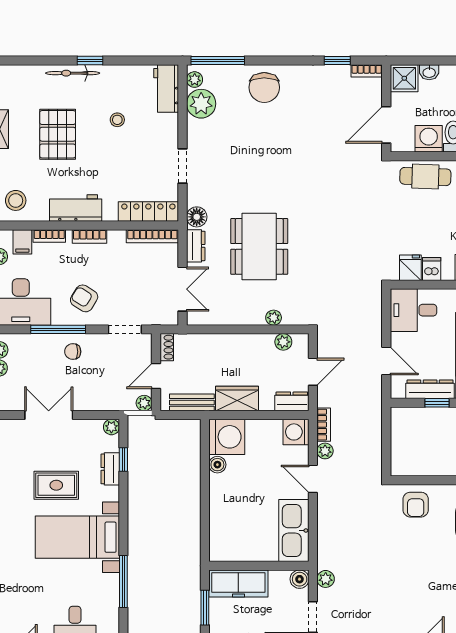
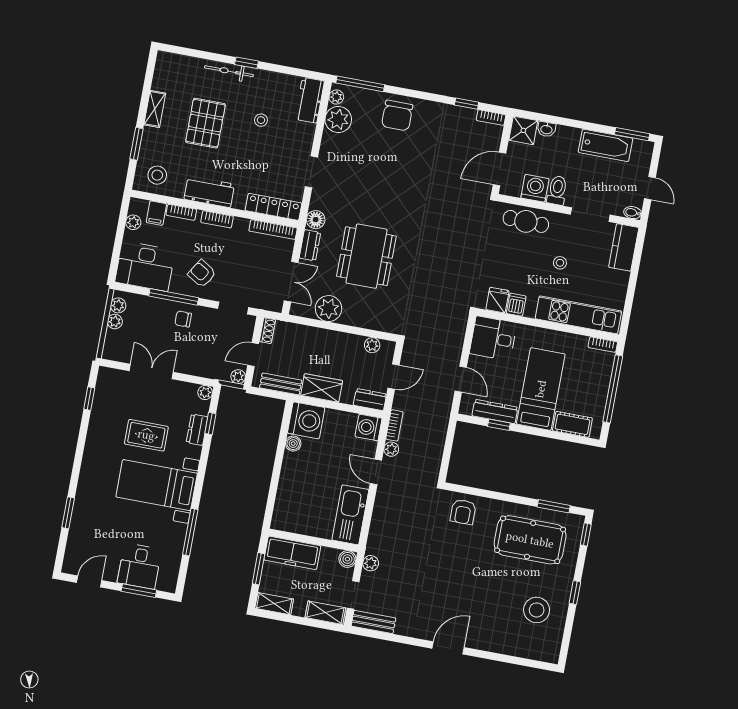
plant: (274, 318) -> (328, 309), moved, width x1.88, depth x1.88

